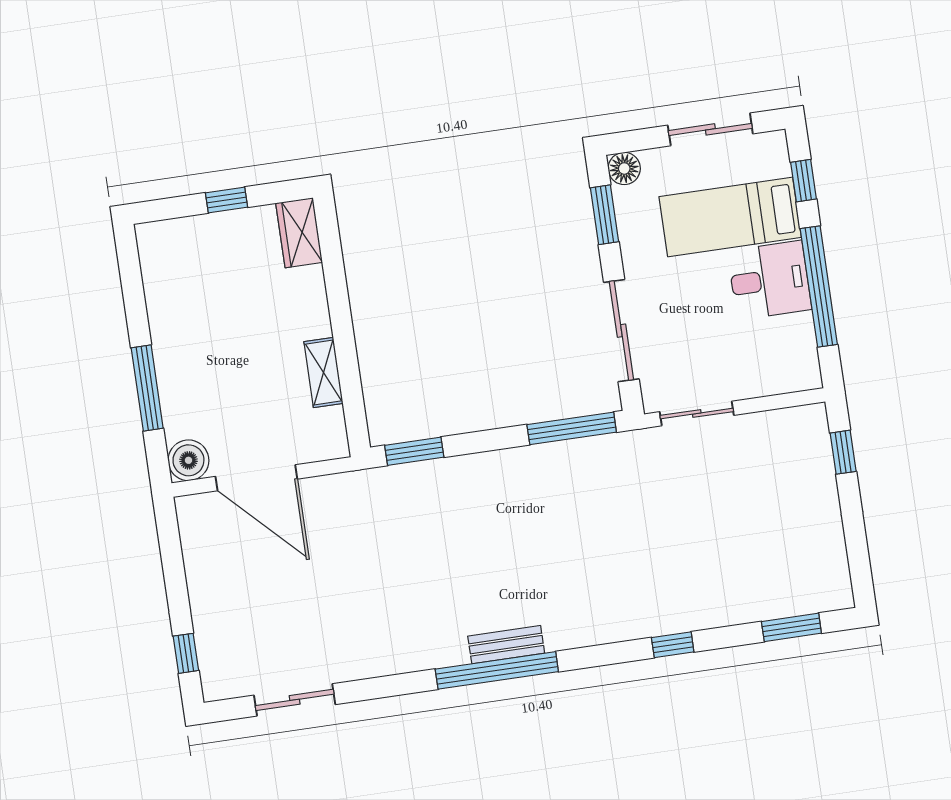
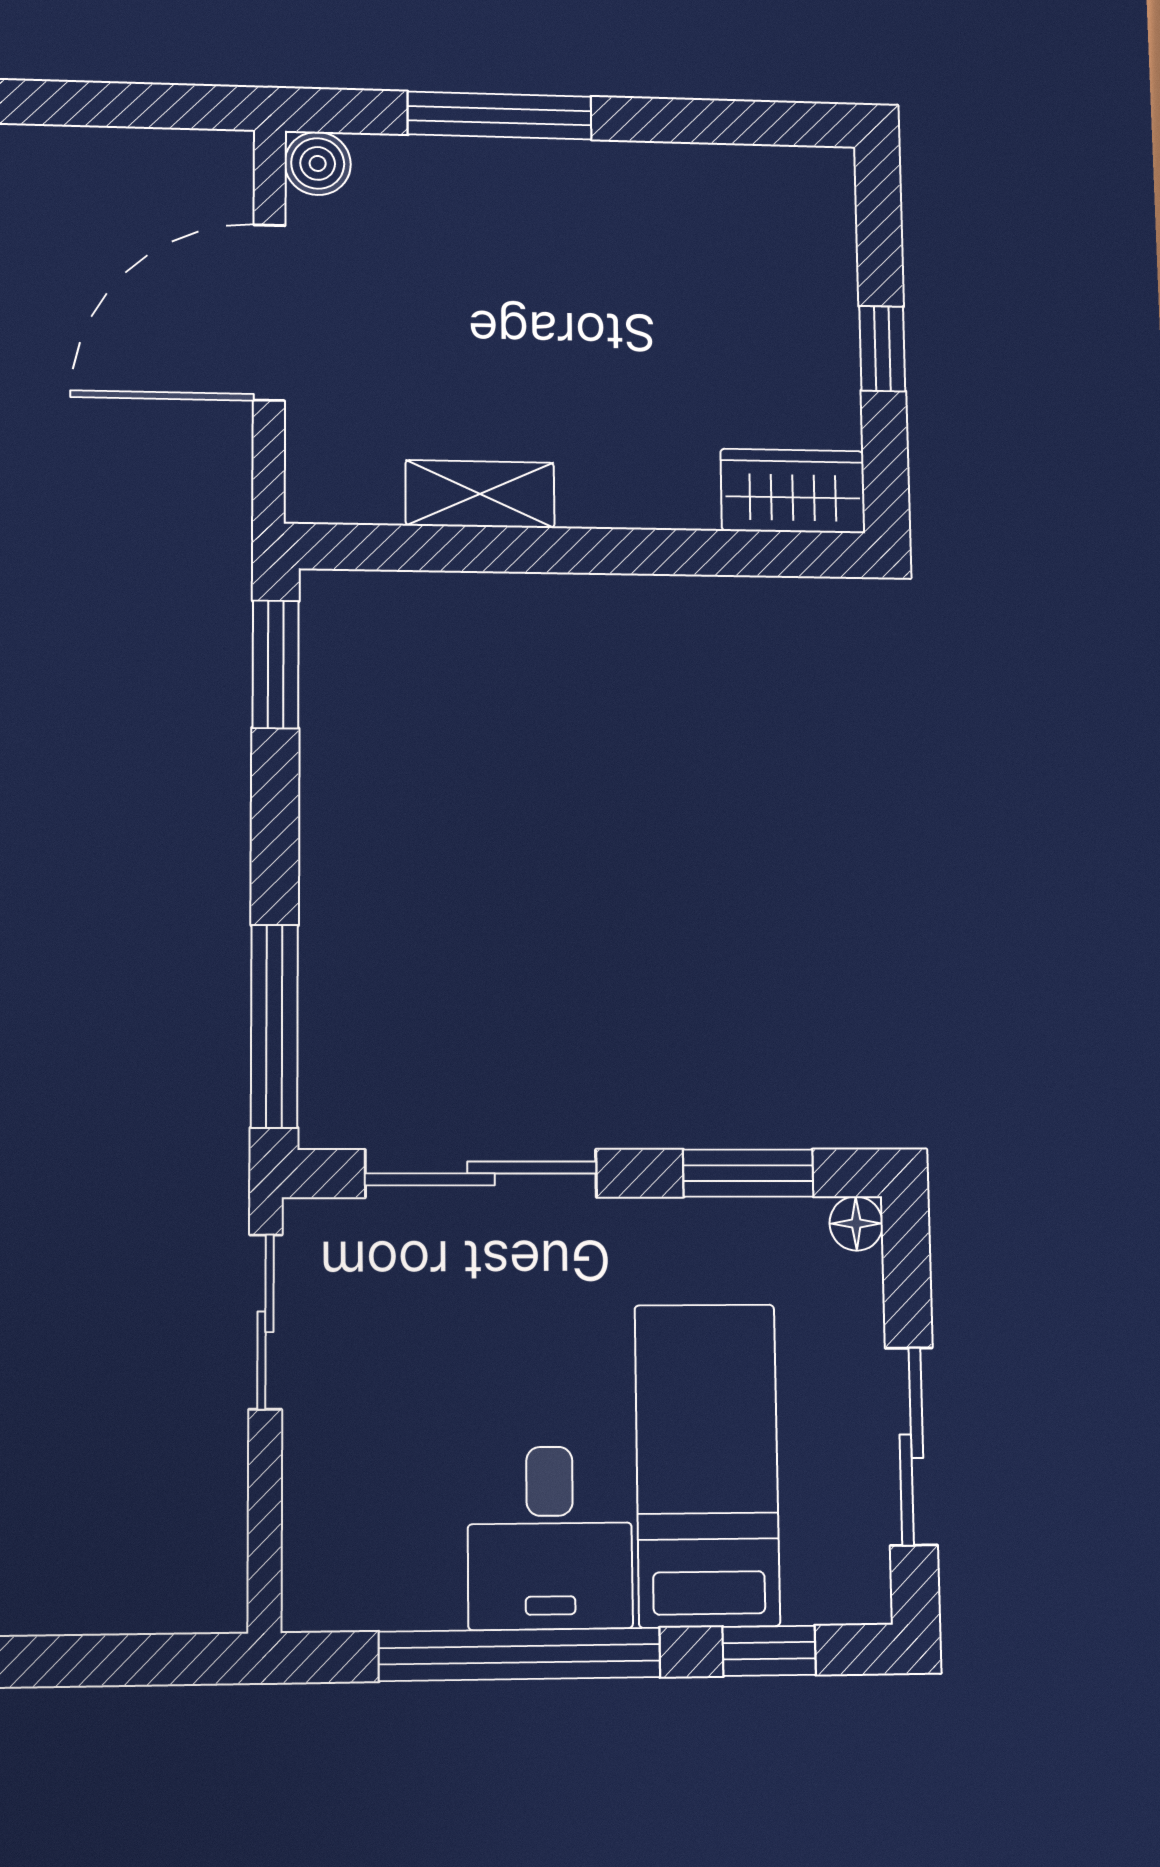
floor lamp: (624, 168) -> (856, 1223), width x0.73, depth x0.73
window: (843, 452) -> (122, 1660), removed
boiler: (188, 460) -> (318, 163), width x0.73, depth x0.73

